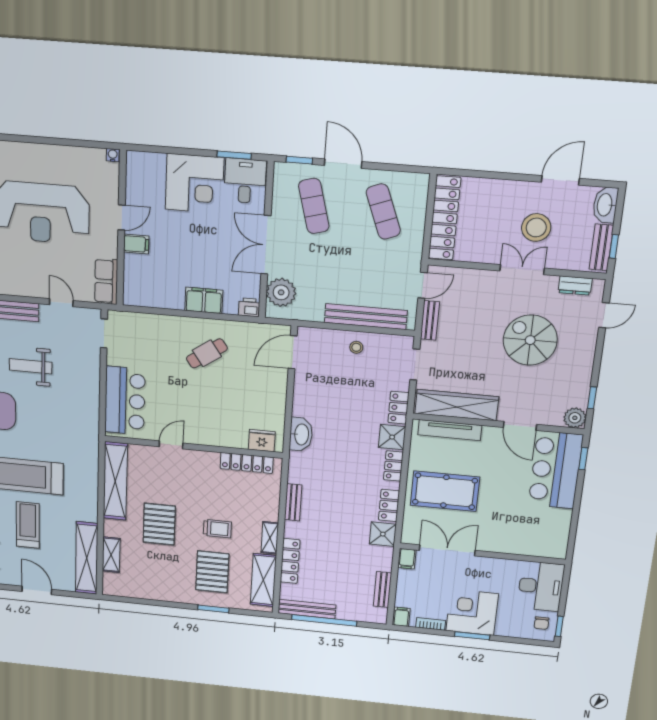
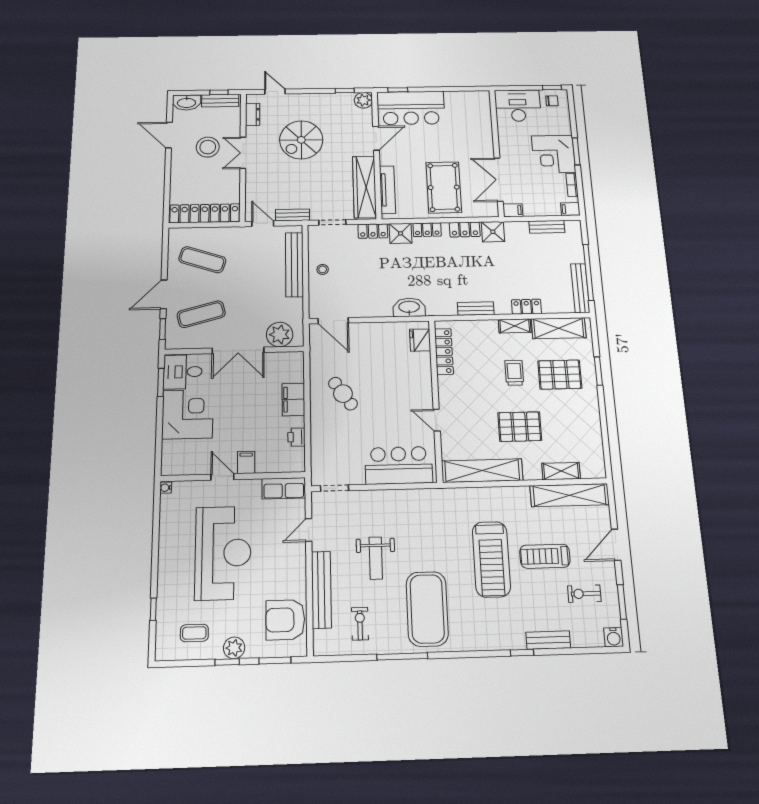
exercise mat: (383, 212) -> (202, 260), turned 39
printer: (249, 307) -> (296, 437), moved
locker: (290, 561) -> (526, 307), width x0.66

